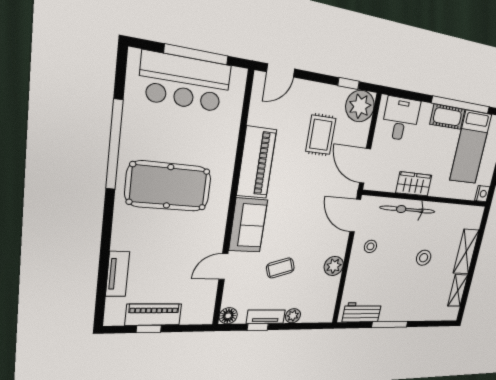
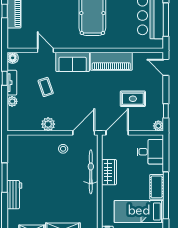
plant: (360, 106) -> (158, 126), width x0.53, depth x0.53
stool: (424, 258) -> (57, 194), removed
workbench: (362, 312) -> (14, 195), moved

